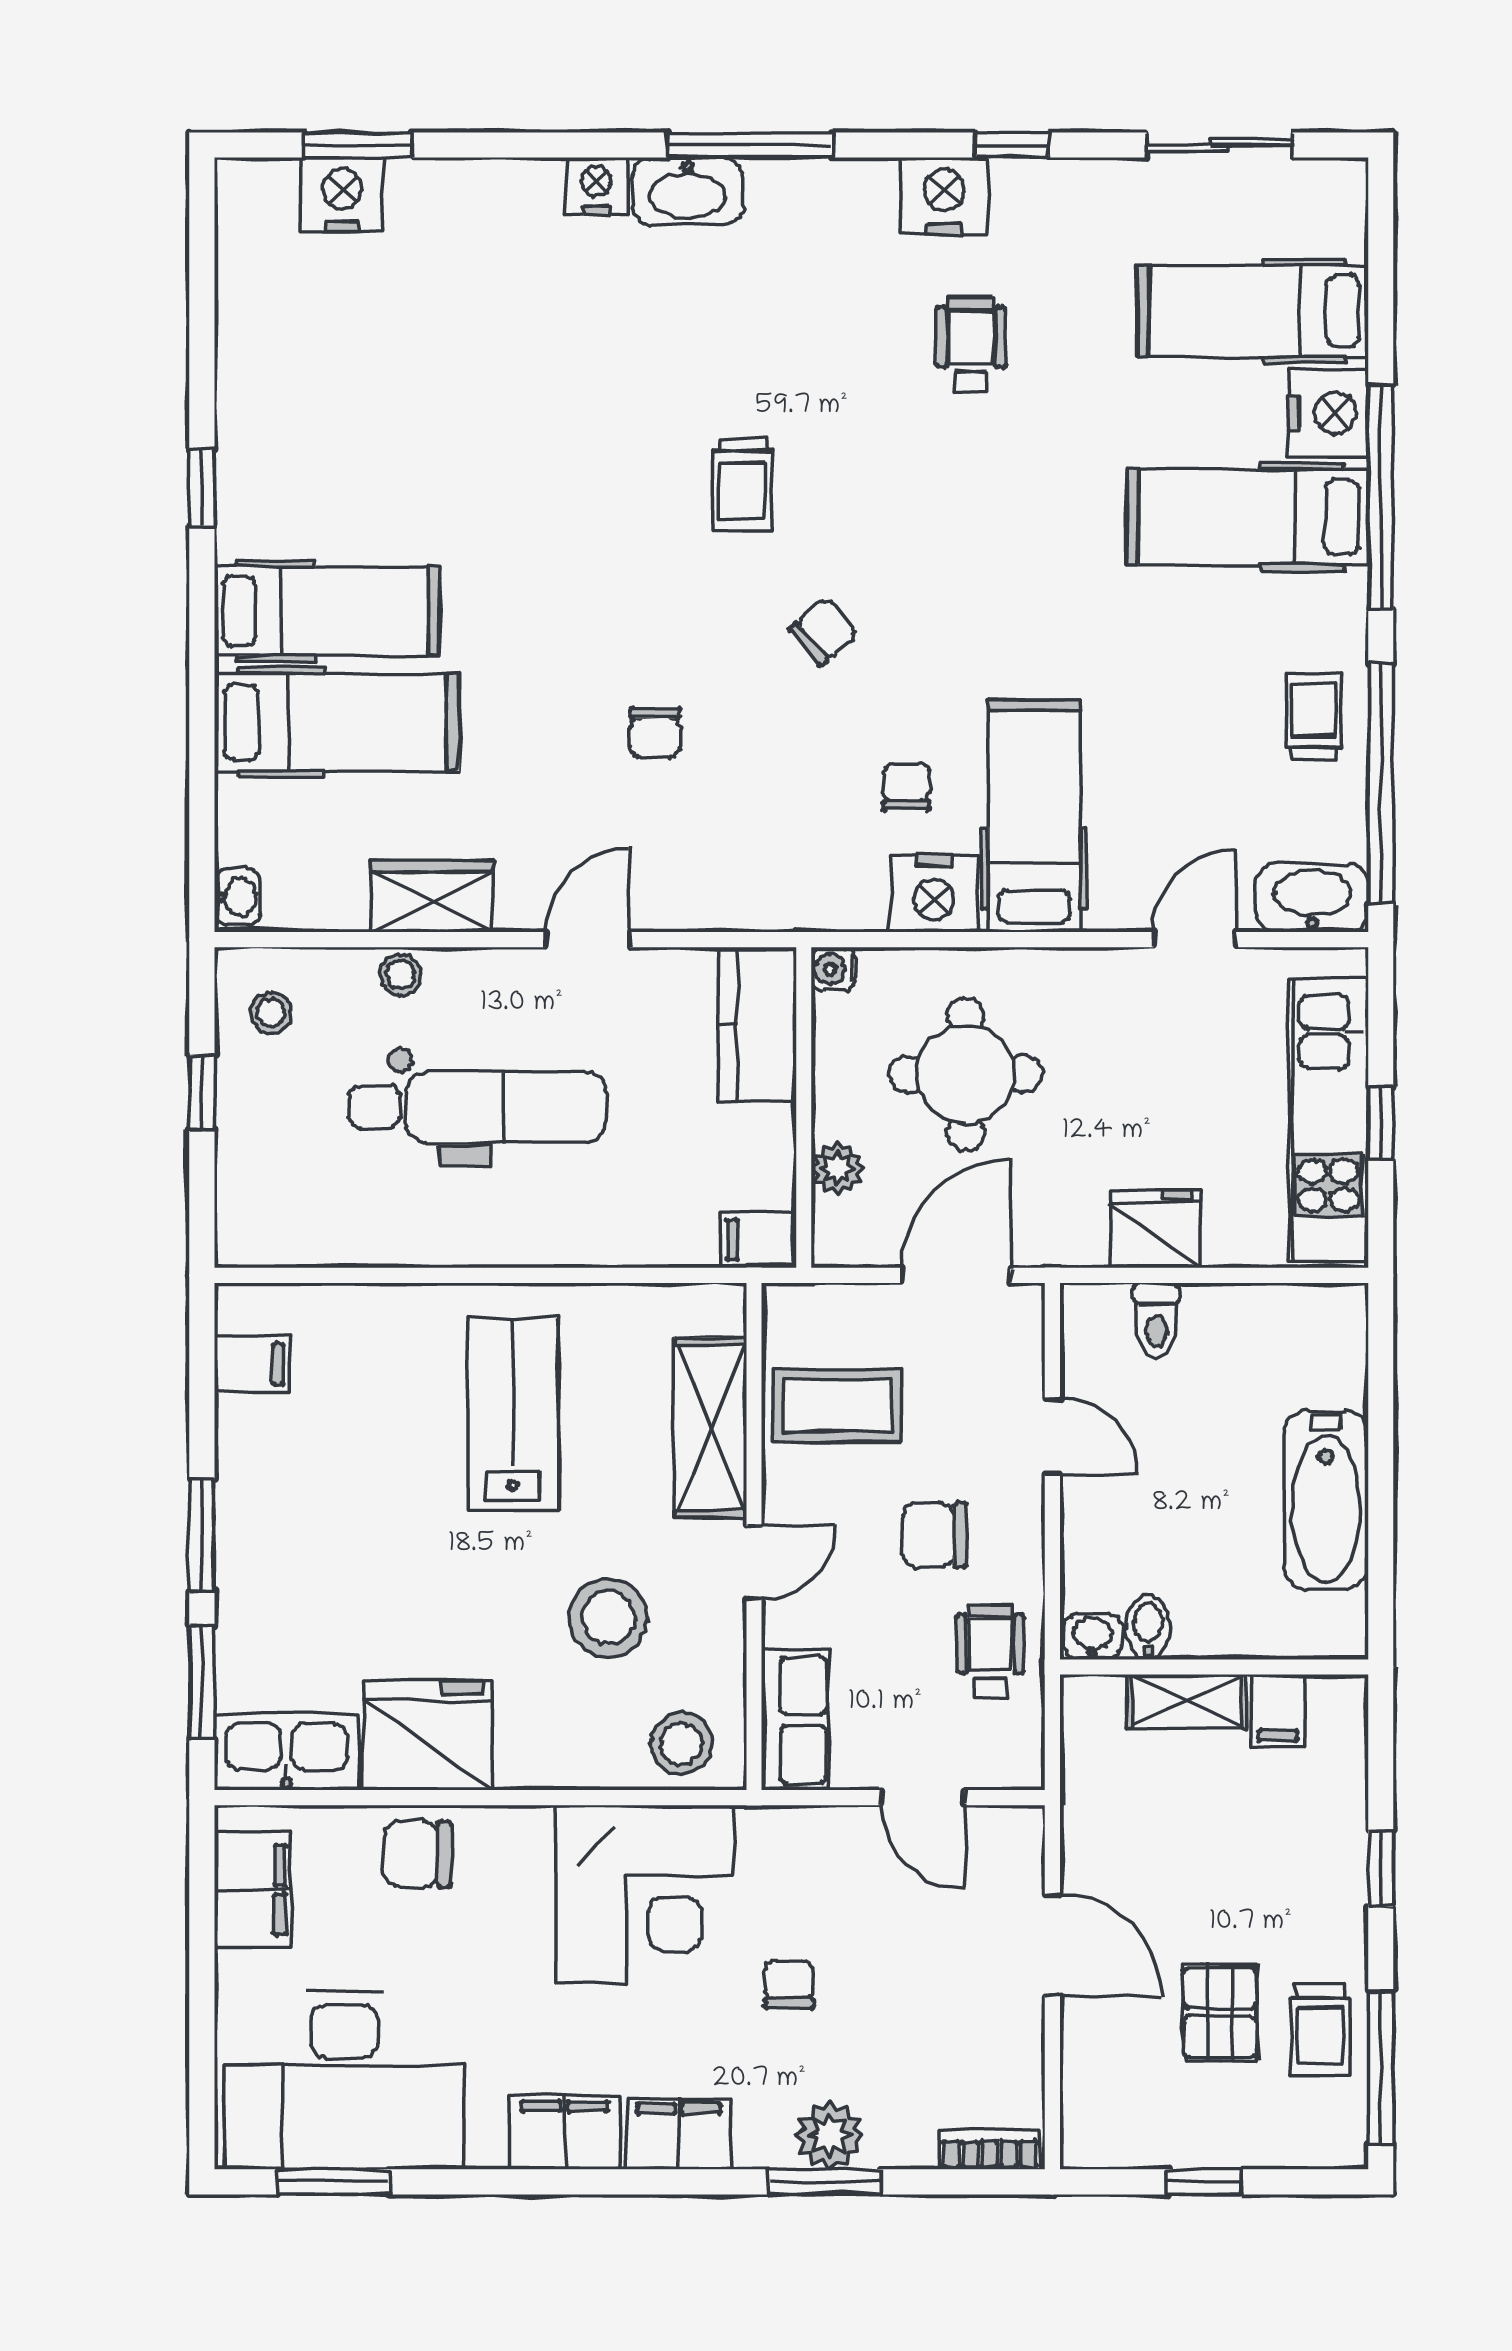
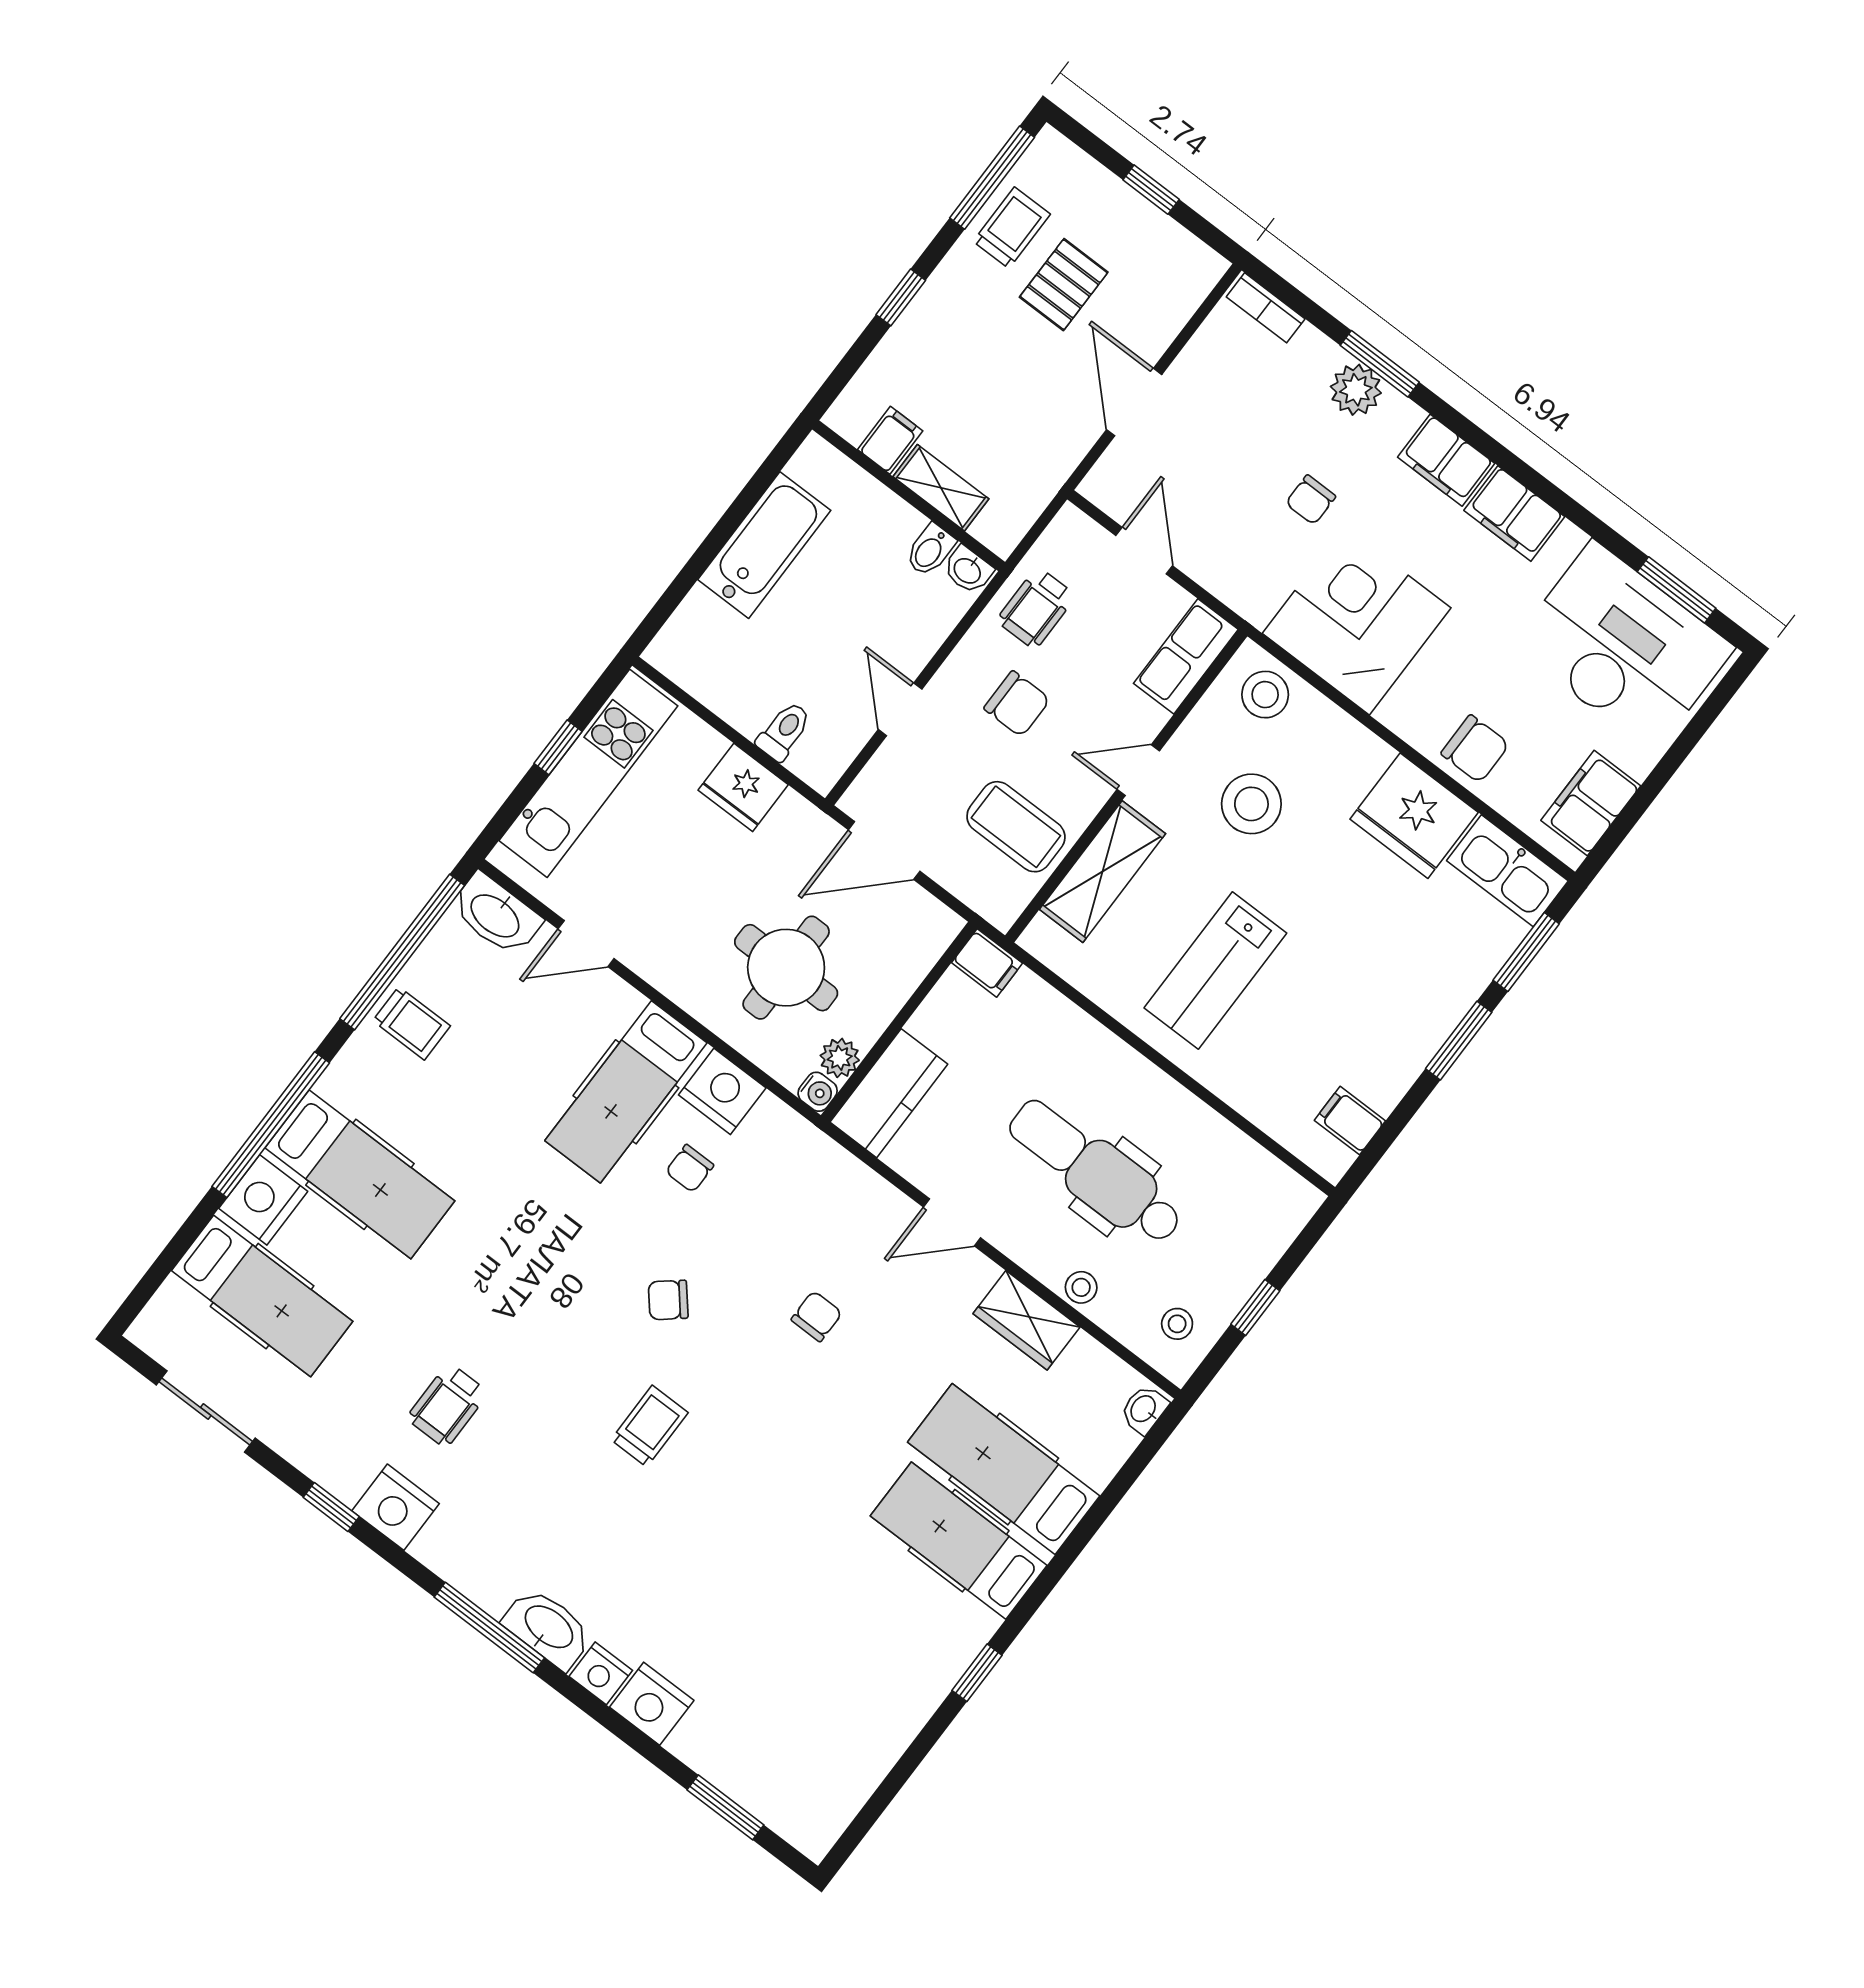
nightstand: (342, 195) -> (652, 1704), moved
trolley: (1314, 717) -> (412, 1023), turned -90
plant: (837, 1168) -> (840, 1058), moved

